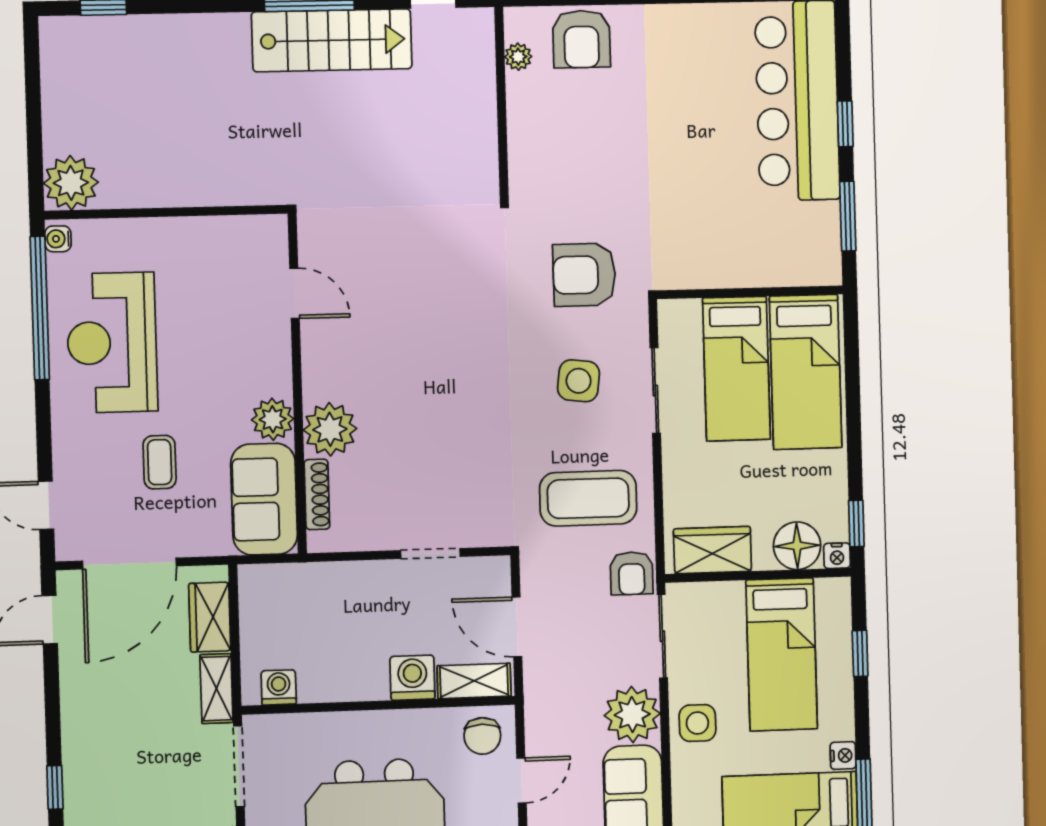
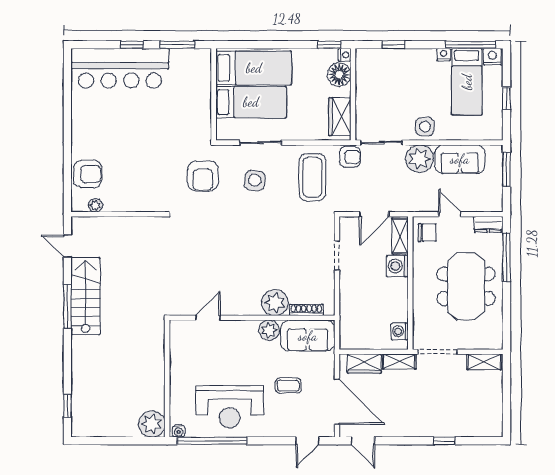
bed: (782, 654) -> (392, 84), removed

